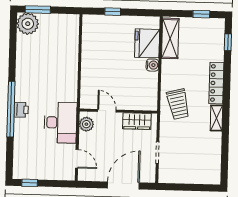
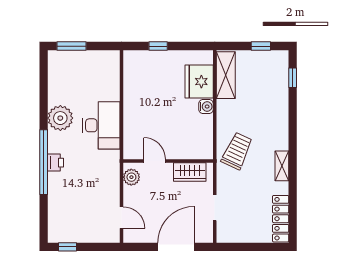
plant: (28, 24) -> (60, 118), moved
locker: (216, 83) -> (281, 219), moved
trolley: (178, 104) -> (237, 151), turned -141
desk: (60, 123) -> (101, 125), moved

